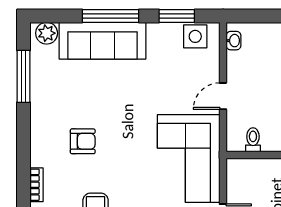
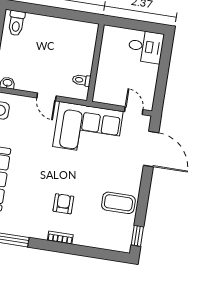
bookcase: (36, 185) -> (60, 238), moved

